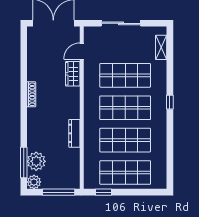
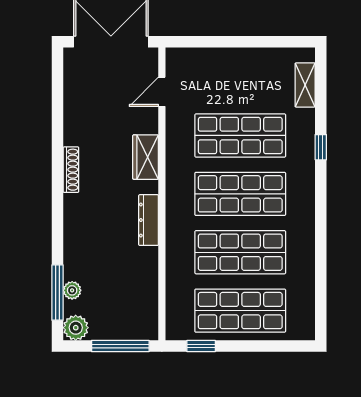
sliding door: (121, 23) -> (233, 42), removed
wardrobe: (73, 74) -> (146, 157), moved
window: (170, 102) -> (321, 147), moved
dresser: (74, 133) -> (149, 220), moved
plant: (36, 161) -> (72, 290), width x0.53, depth x0.53

